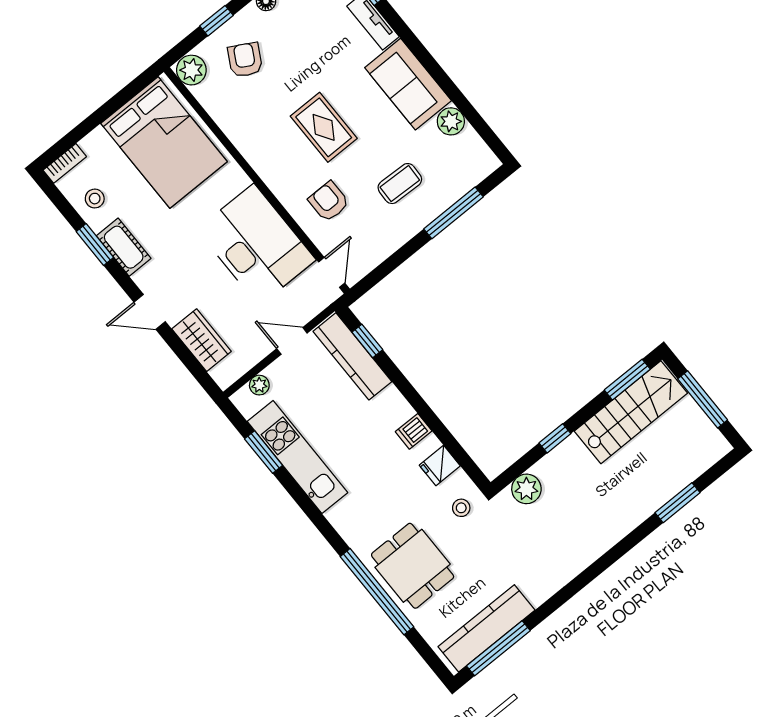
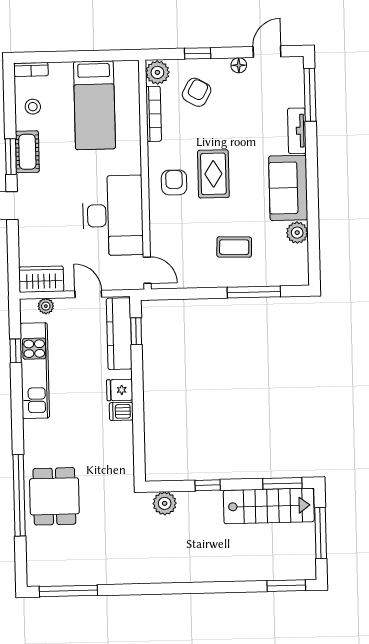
bookcase: (219, 114) -> (154, 114), added
bed: (164, 142) -> (94, 105), width x0.67
armchair: (329, 201) -> (174, 182), moved
window: (95, 245) -> (11, 157), moved
door: (332, 272) -> (147, 270), hinge flipped
wardrobe: (202, 340) -> (41, 279), moved, turned -90
window: (264, 452) -> (16, 351), width x0.67
fridge: (440, 466) -> (120, 390), moved
window: (678, 503) -> (286, 586), moved
stool: (461, 508) -> (114, 483), removed
kitchen counter: (486, 628) -> (71, 572), removed

